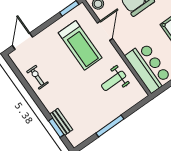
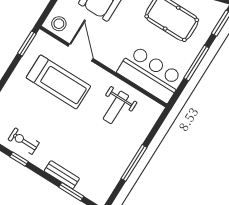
window: (29, 89) -> (19, 159), added
bench: (61, 122) -> (62, 175), moved

